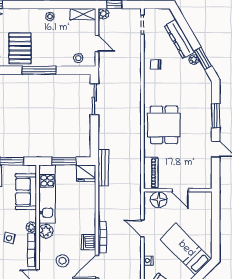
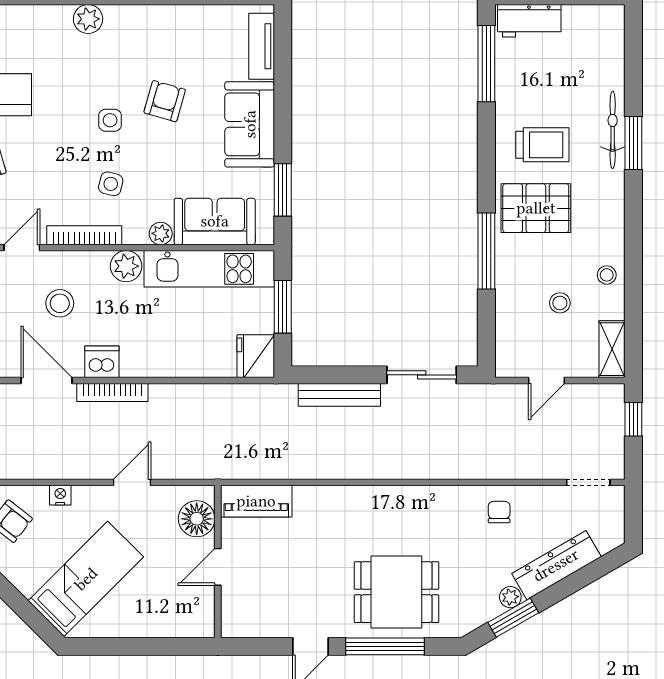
plant: (103, 14) -> (613, 395), removed
stool: (78, 58) -> (560, 303), moved
window: (216, 116) -> (385, 646), width x1.44
dining table: (164, 125) -> (396, 592), moved
bench: (103, 168) -> (339, 395), moved
plant: (31, 227) -> (161, 233), moved

